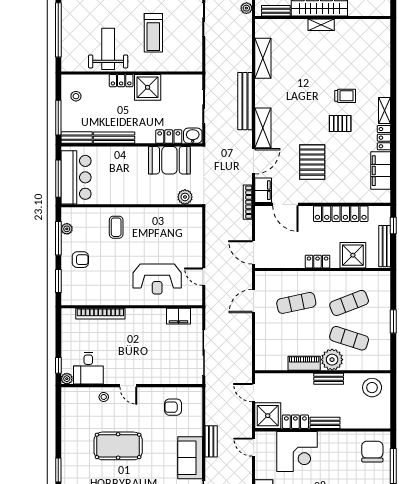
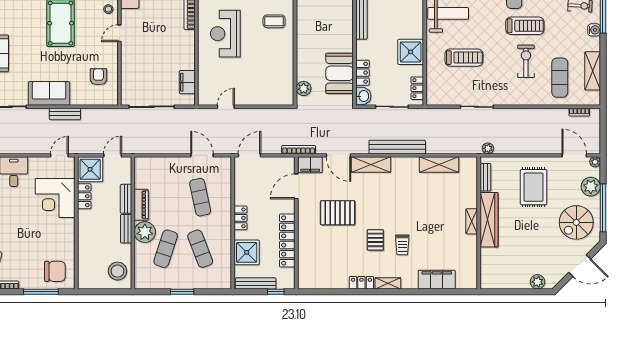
treadmill: (153, 33) -> (464, 58), turned 180
locker: (121, 81) -> (417, 88), moved
filing cabinet: (381, 171) -> (437, 280), moved
reception desk: (157, 279) -> (225, 34), moved
bench: (325, 423) -> (126, 199), moved

